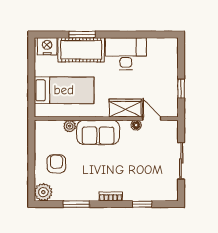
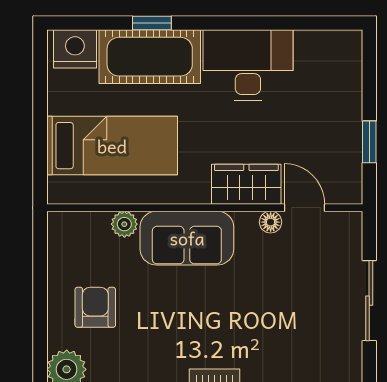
window: (82, 34) -> (152, 23), width x0.67

